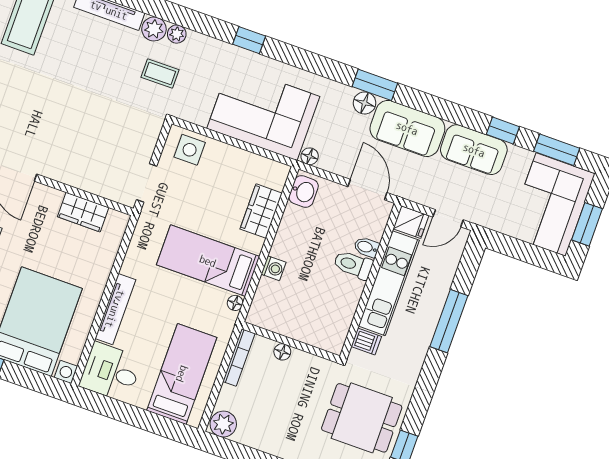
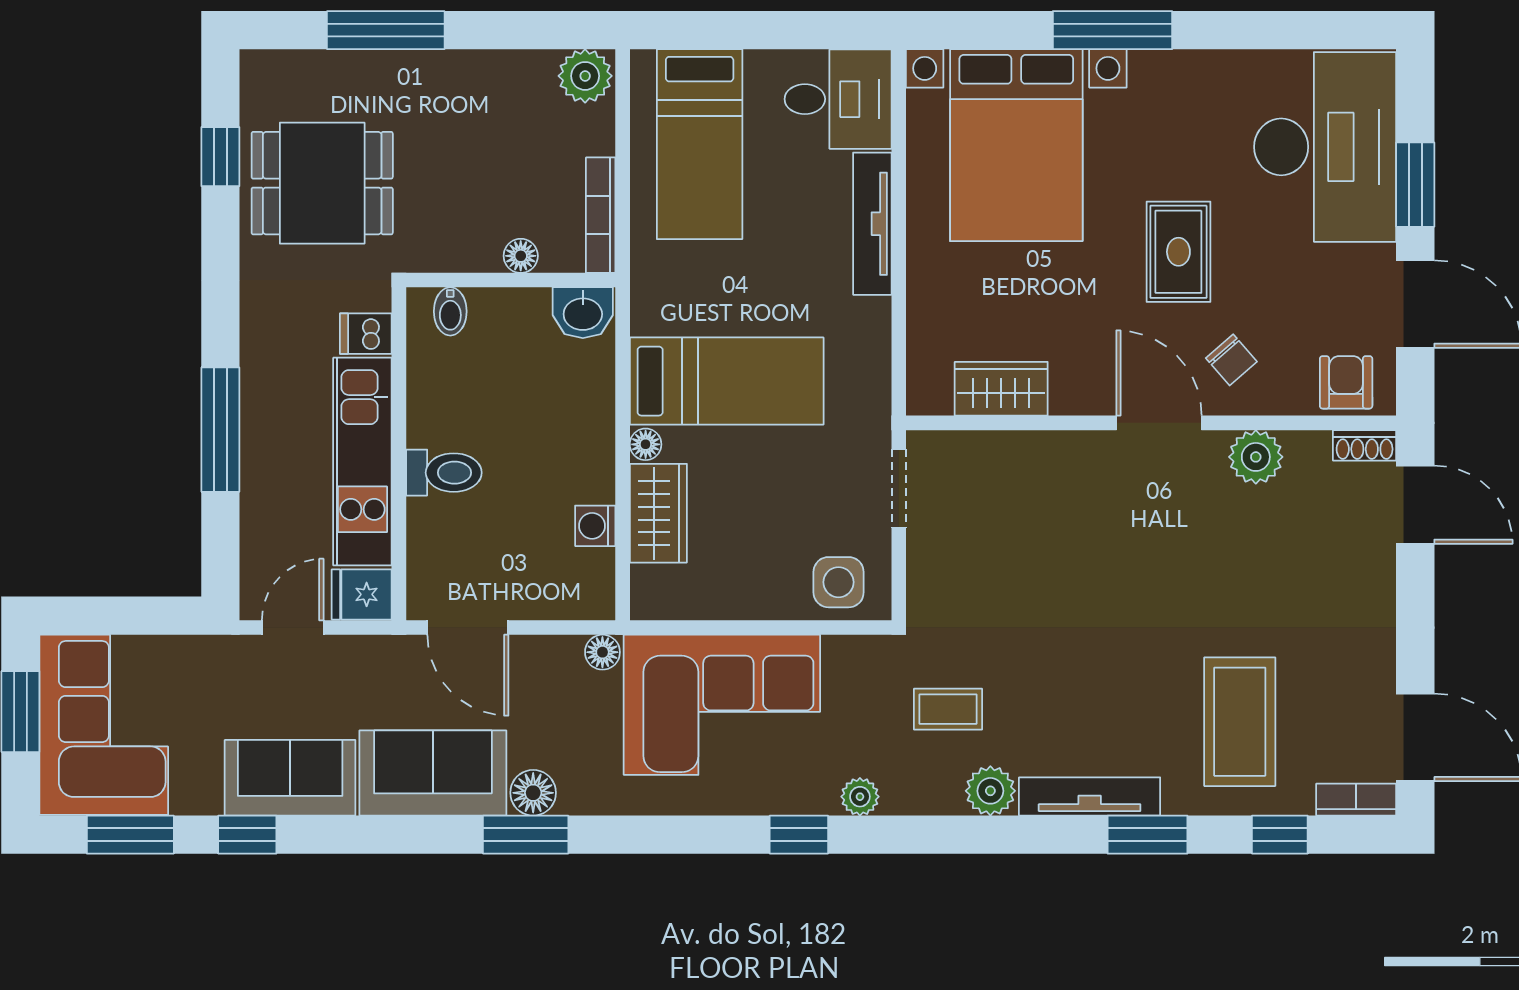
plant: (177, 34) -> (860, 797), moved
washbasin: (304, 192) -> (583, 313), moved, turned -90
bidet: (367, 247) -> (450, 311), moved, turned 90
washing machine: (273, 268) -> (595, 526), moved
floor lamp: (235, 303) -> (646, 444), moved

